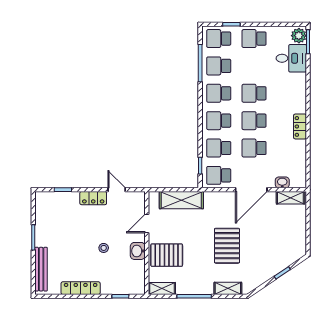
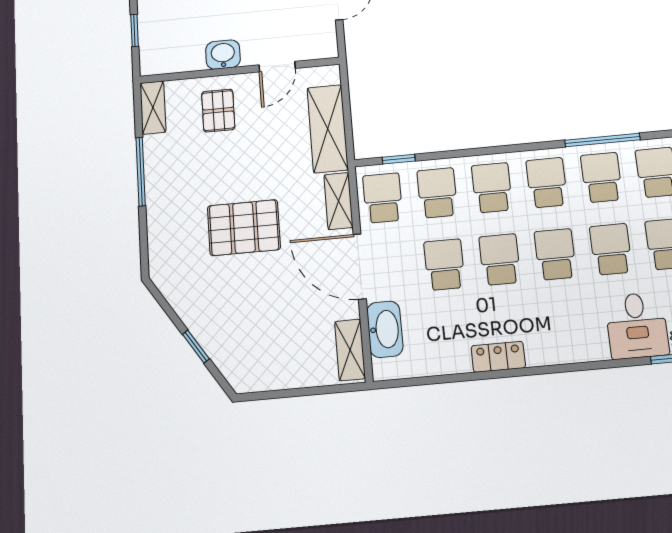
school desk: (254, 66) -> (611, 249), added
washbasin: (282, 182) -> (385, 329), width x1.91, depth x1.45
door: (147, 223) -> (277, 67), swing flipped
pallet: (167, 255) -> (218, 111), width x0.67, depth x0.71
shelving: (228, 288) -> (338, 201), moved

